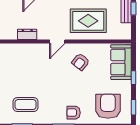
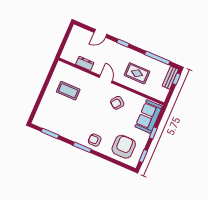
rug: (88, 21) -> (137, 73), width x0.73, depth x0.70
door: (57, 41) -> (106, 79), swing flipped
coffee table: (26, 105) -> (68, 91), moved

